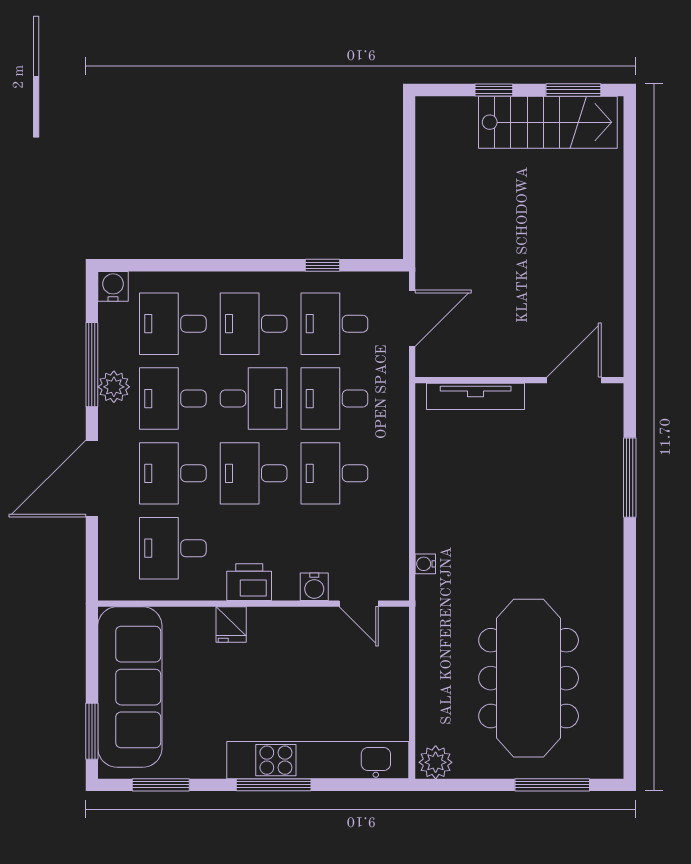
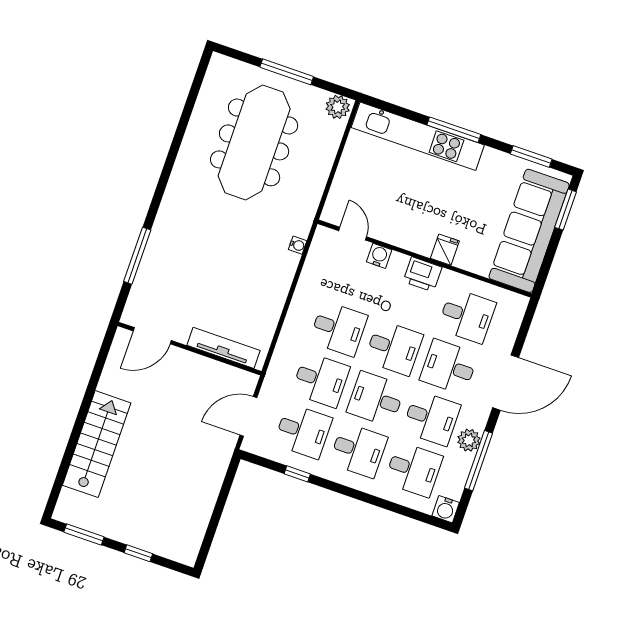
stairs: (548, 122) -> (97, 444), moved, turned 90
desk: (173, 473) -> (449, 367), turned 180
window: (552, 785) -> (287, 72), moved

